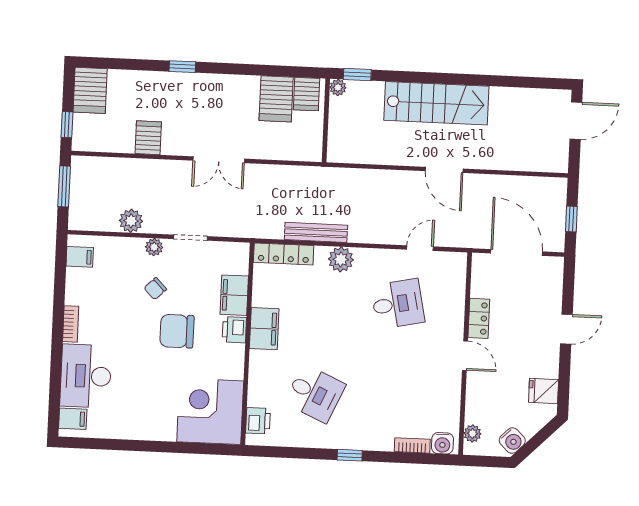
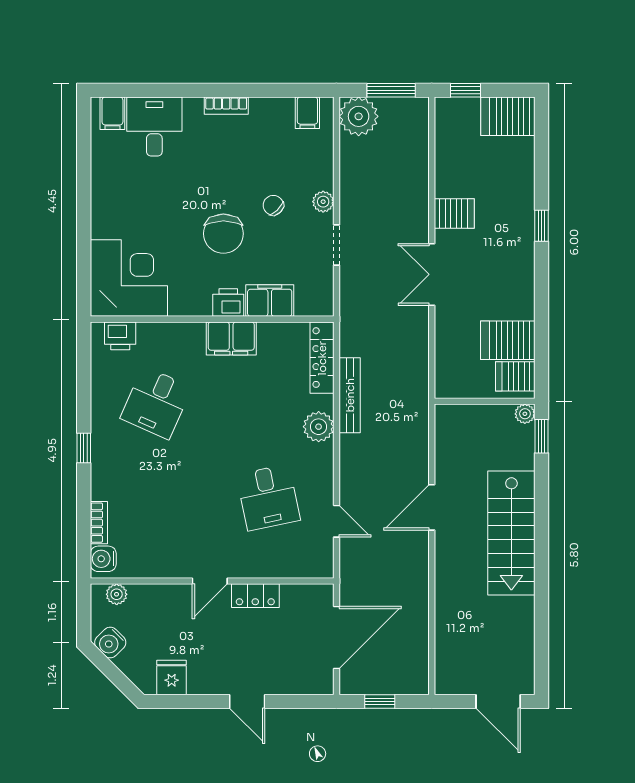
server rack: (148, 138) -> (454, 213), moved
door: (444, 170) -> (432, 507), moved
plant: (131, 221) -> (359, 116), moved, width x1.36, depth x1.36
chair: (177, 331) -> (223, 234), turned 180
desk: (86, 376) -> (154, 127), width x0.73

